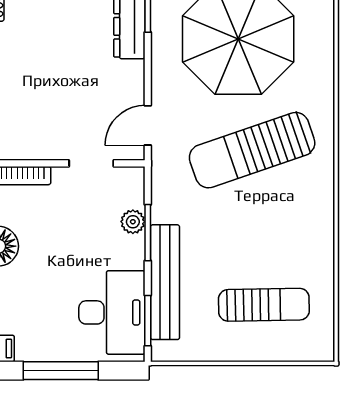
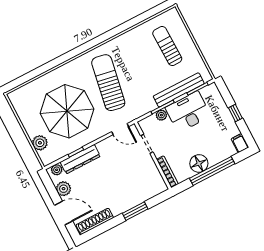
sun lounger: (252, 150) -> (108, 83), turned -151
desk: (112, 312) -> (188, 112), moved
window: (61, 371) -> (235, 113), width x0.46

